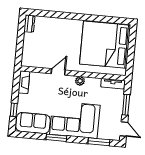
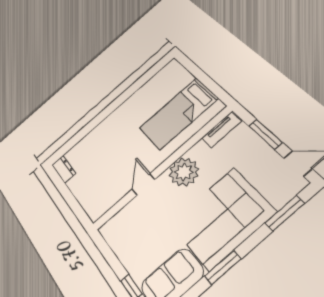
bed: (105, 45) -> (178, 113), width x0.49
plant: (80, 81) -> (184, 172), width x1.87, depth x1.87
fireplace: (24, 82) -> (114, 239), removed

